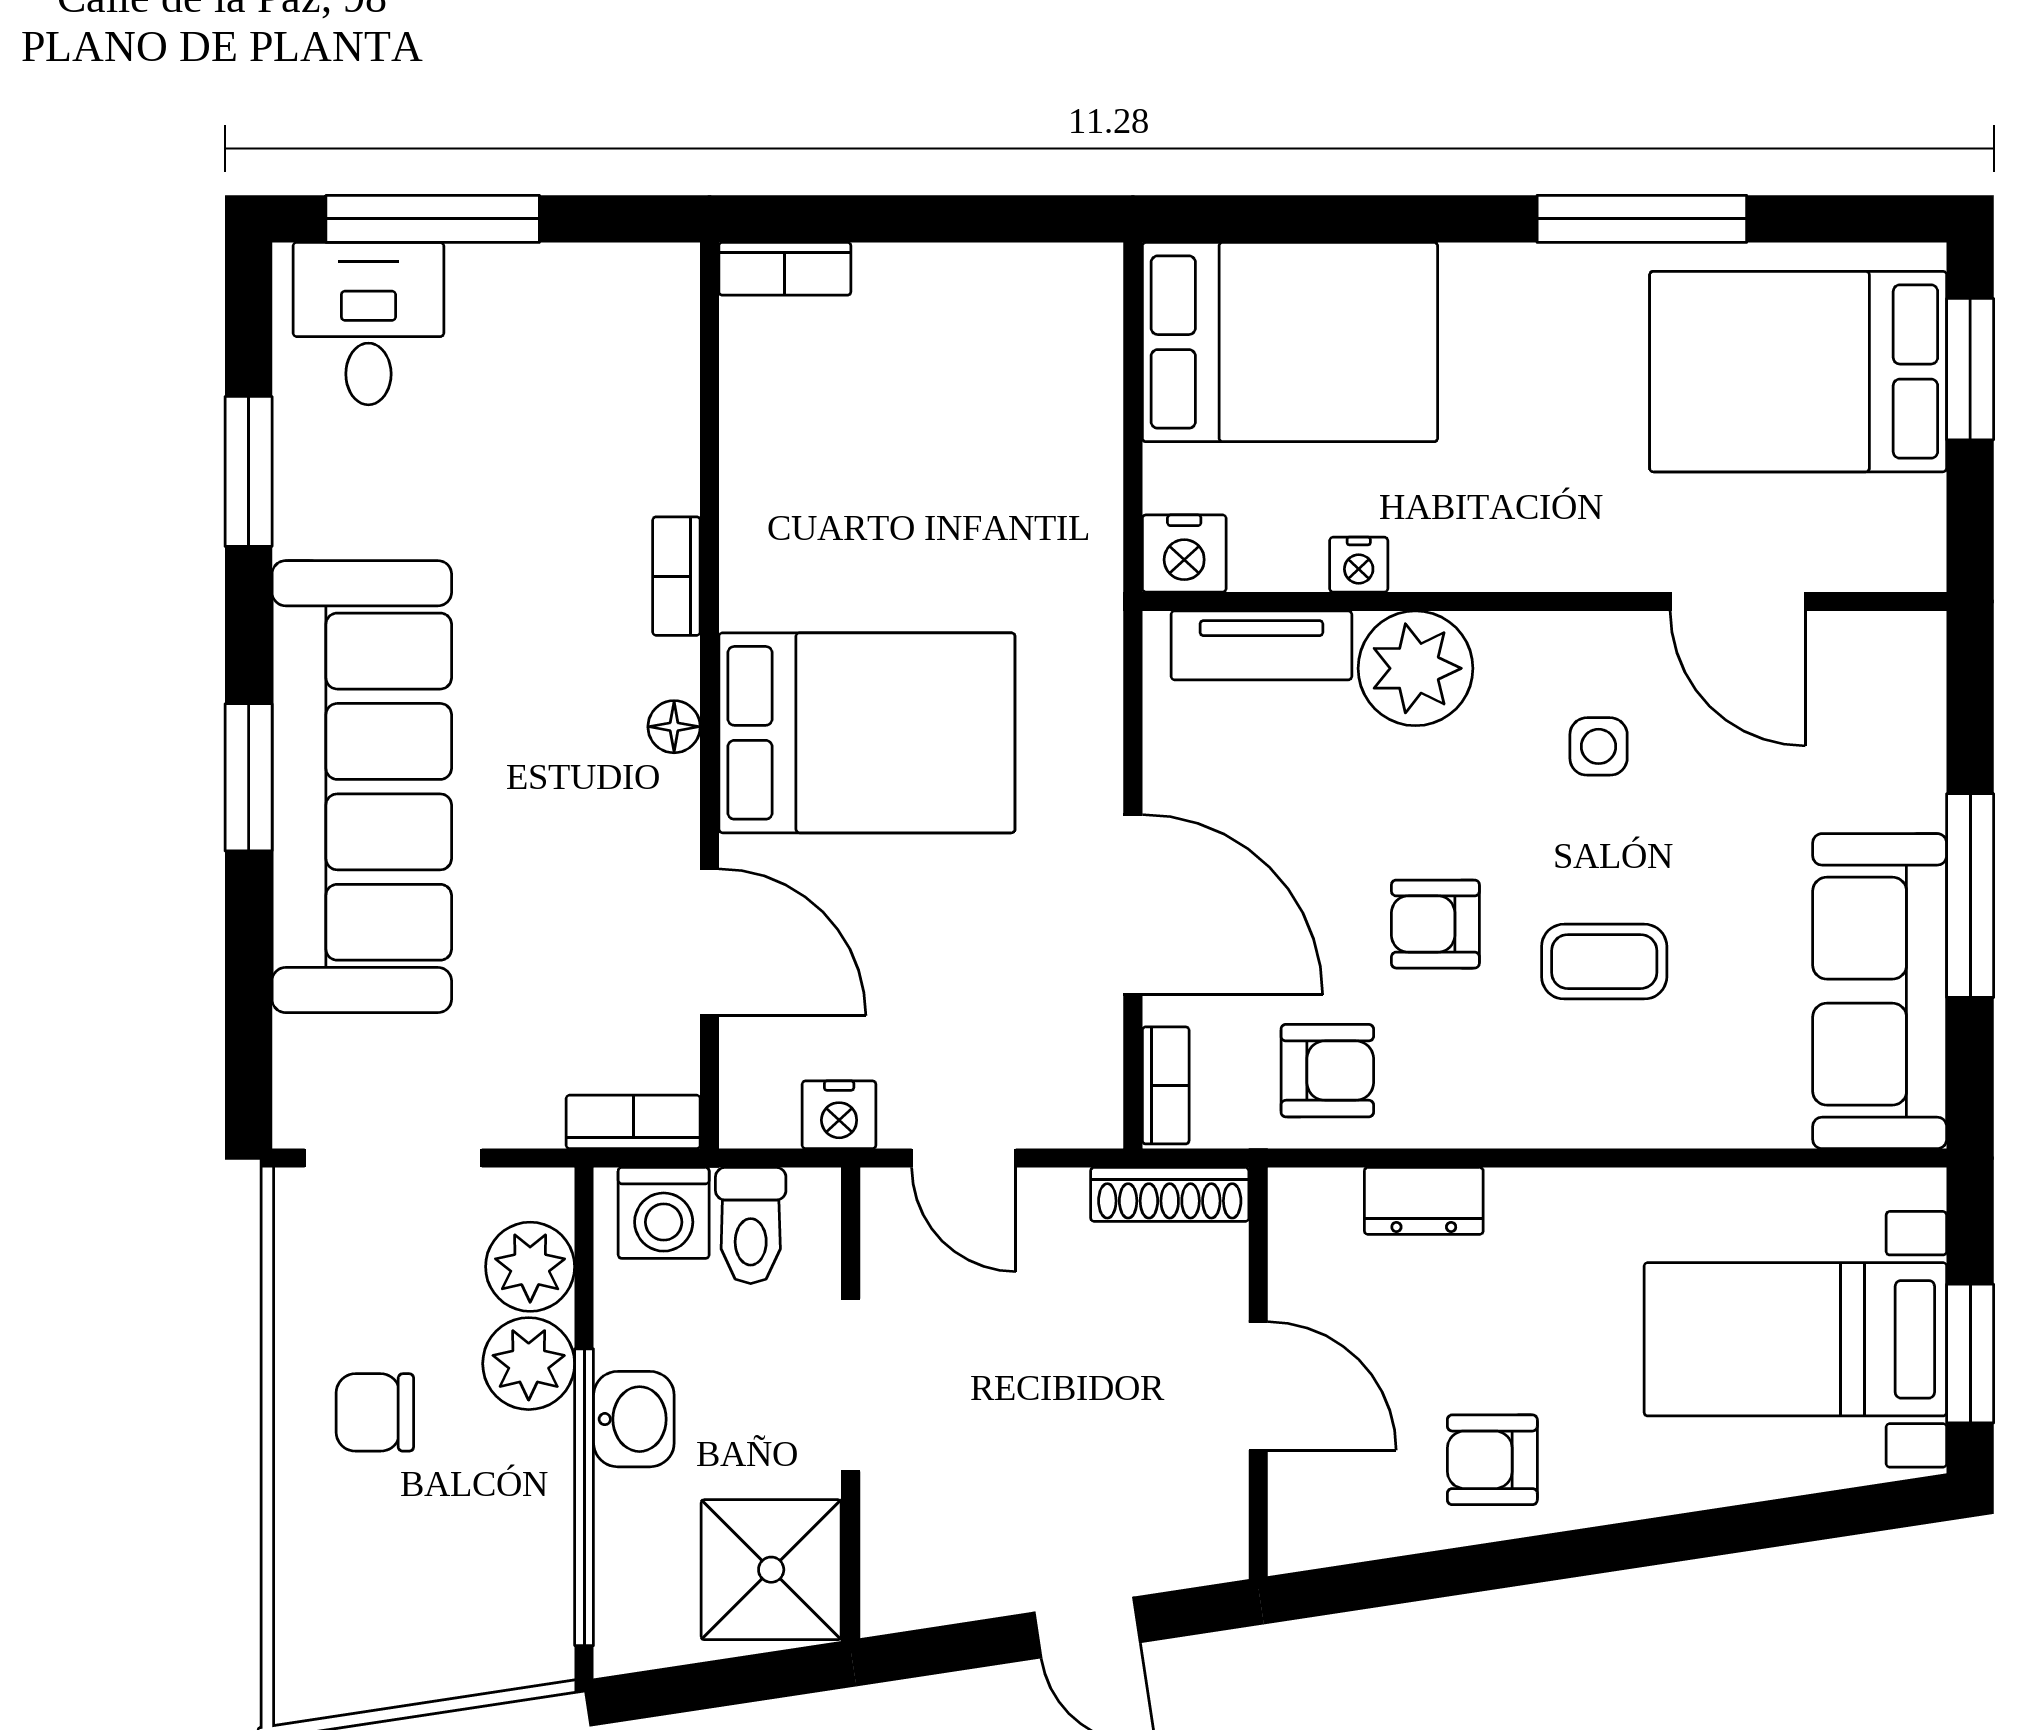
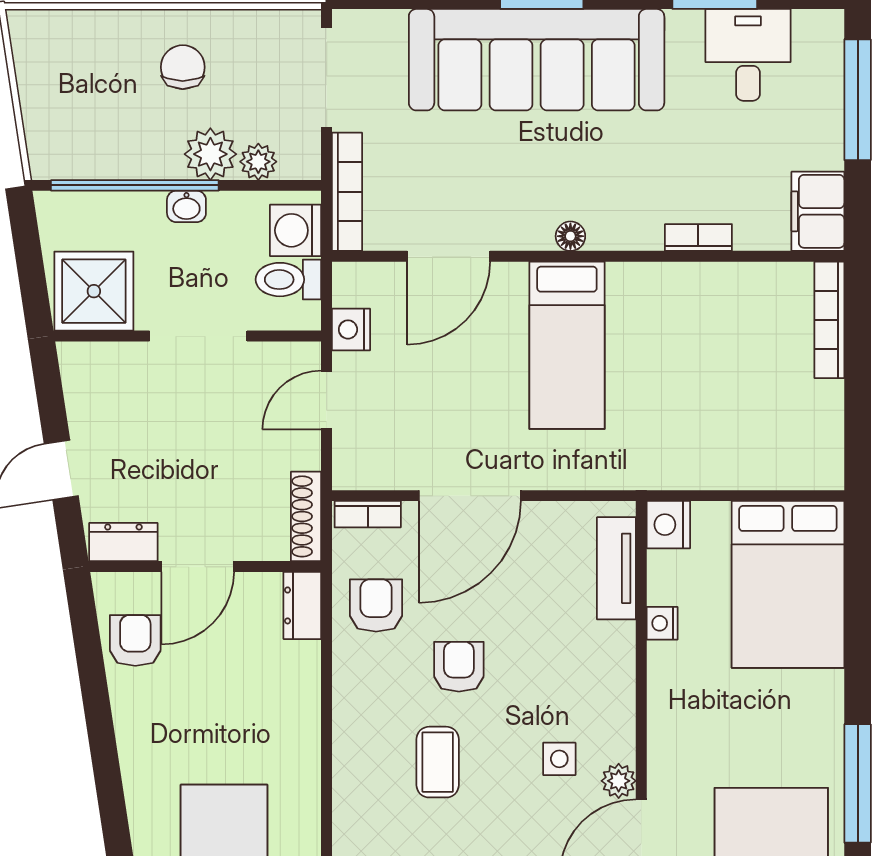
bookcase: (785, 269) -> (829, 320), width x1.56
filing cabinet: (630, 289) -> (818, 211), added
desk: (368, 324) -> (748, 55), moved, turned -90
bookcase: (676, 576) -> (698, 238), moved
plant: (1415, 668) -> (619, 781), moved, width x0.53, depth x0.53
bed: (867, 733) -> (567, 345), width x0.67
armchair: (1327, 1071) -> (376, 606), turned 180
bookcase: (633, 1122) -> (347, 192), width x1.56
dresser: (1424, 1201) -> (302, 605), moved
plant: (530, 1267) -> (258, 162), width x0.73, depth x0.73
washbasin: (634, 1419) -> (186, 206), width x0.72, depth x0.69
armchair: (1492, 1460) -> (135, 640), moved
dresser: (1215, 1517) -> (123, 542), added

